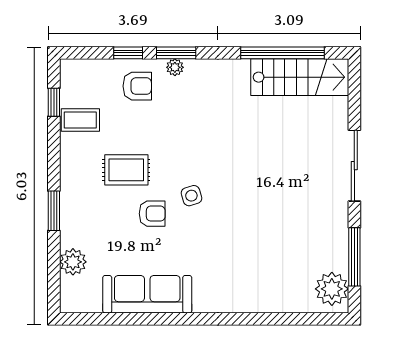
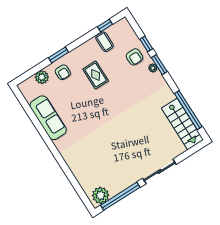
side table: (191, 196) -> (102, 110), removed
armchair: (152, 214) -> (63, 72), moved
window: (354, 257) -> (120, 196), width x1.46

